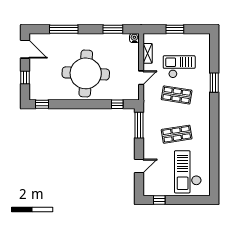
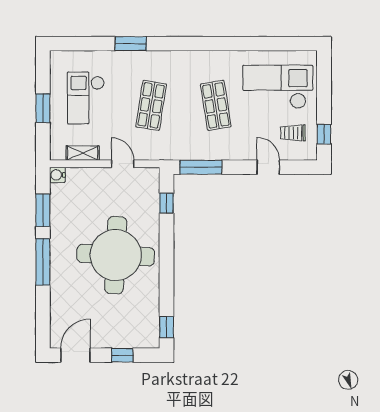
window: (64, 29) -> (43, 262), moved
checkout: (179, 67) -> (86, 98), moved
checkout: (188, 172) -> (278, 87), turned 180
trolley: (160, 181) -> (293, 133), added

